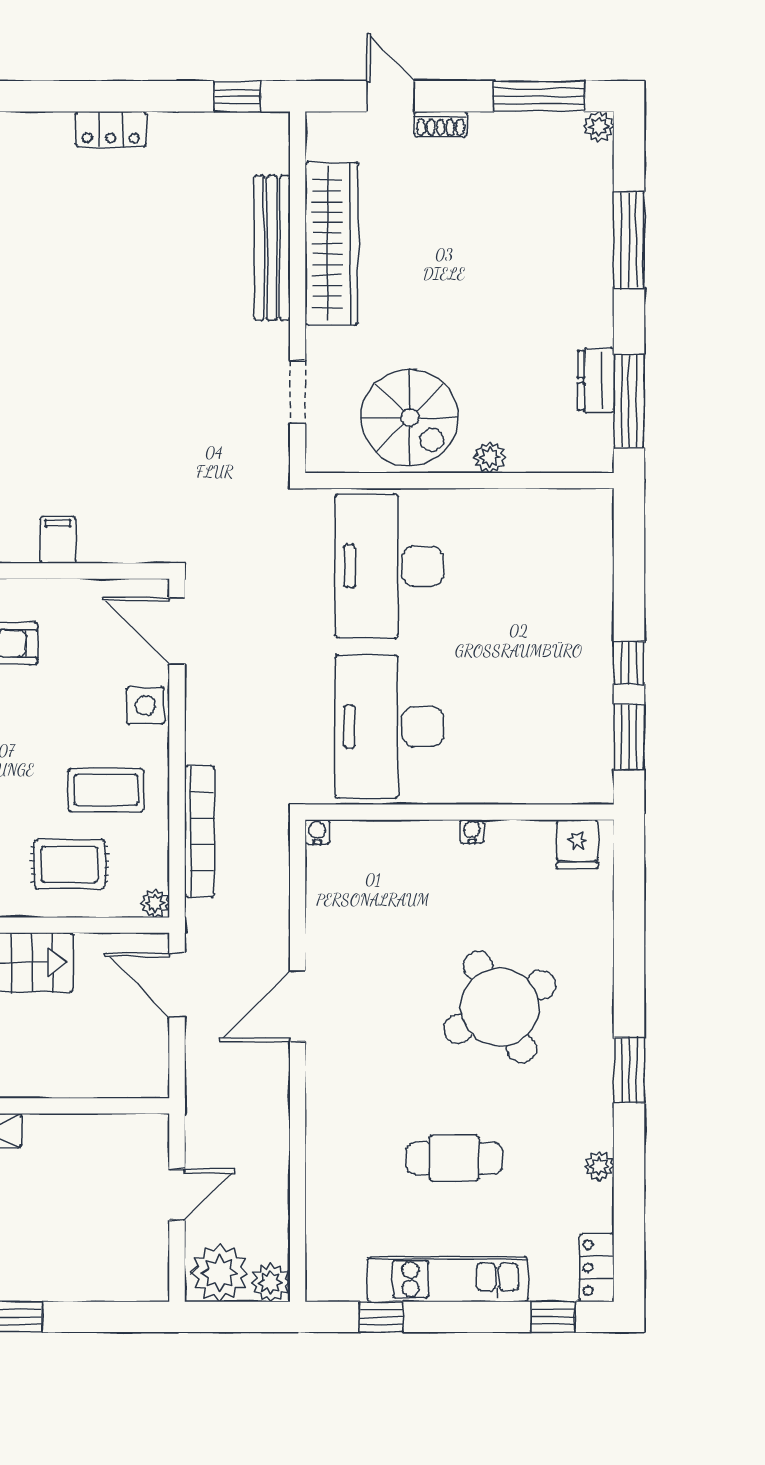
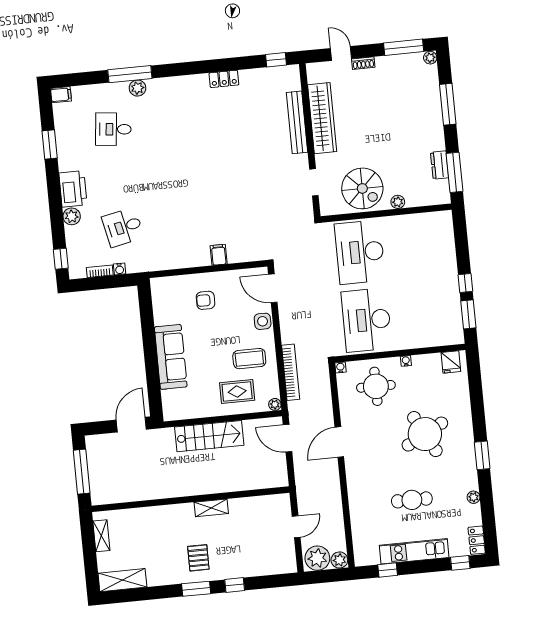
round table: (396, 884) -> (376, 386), added

